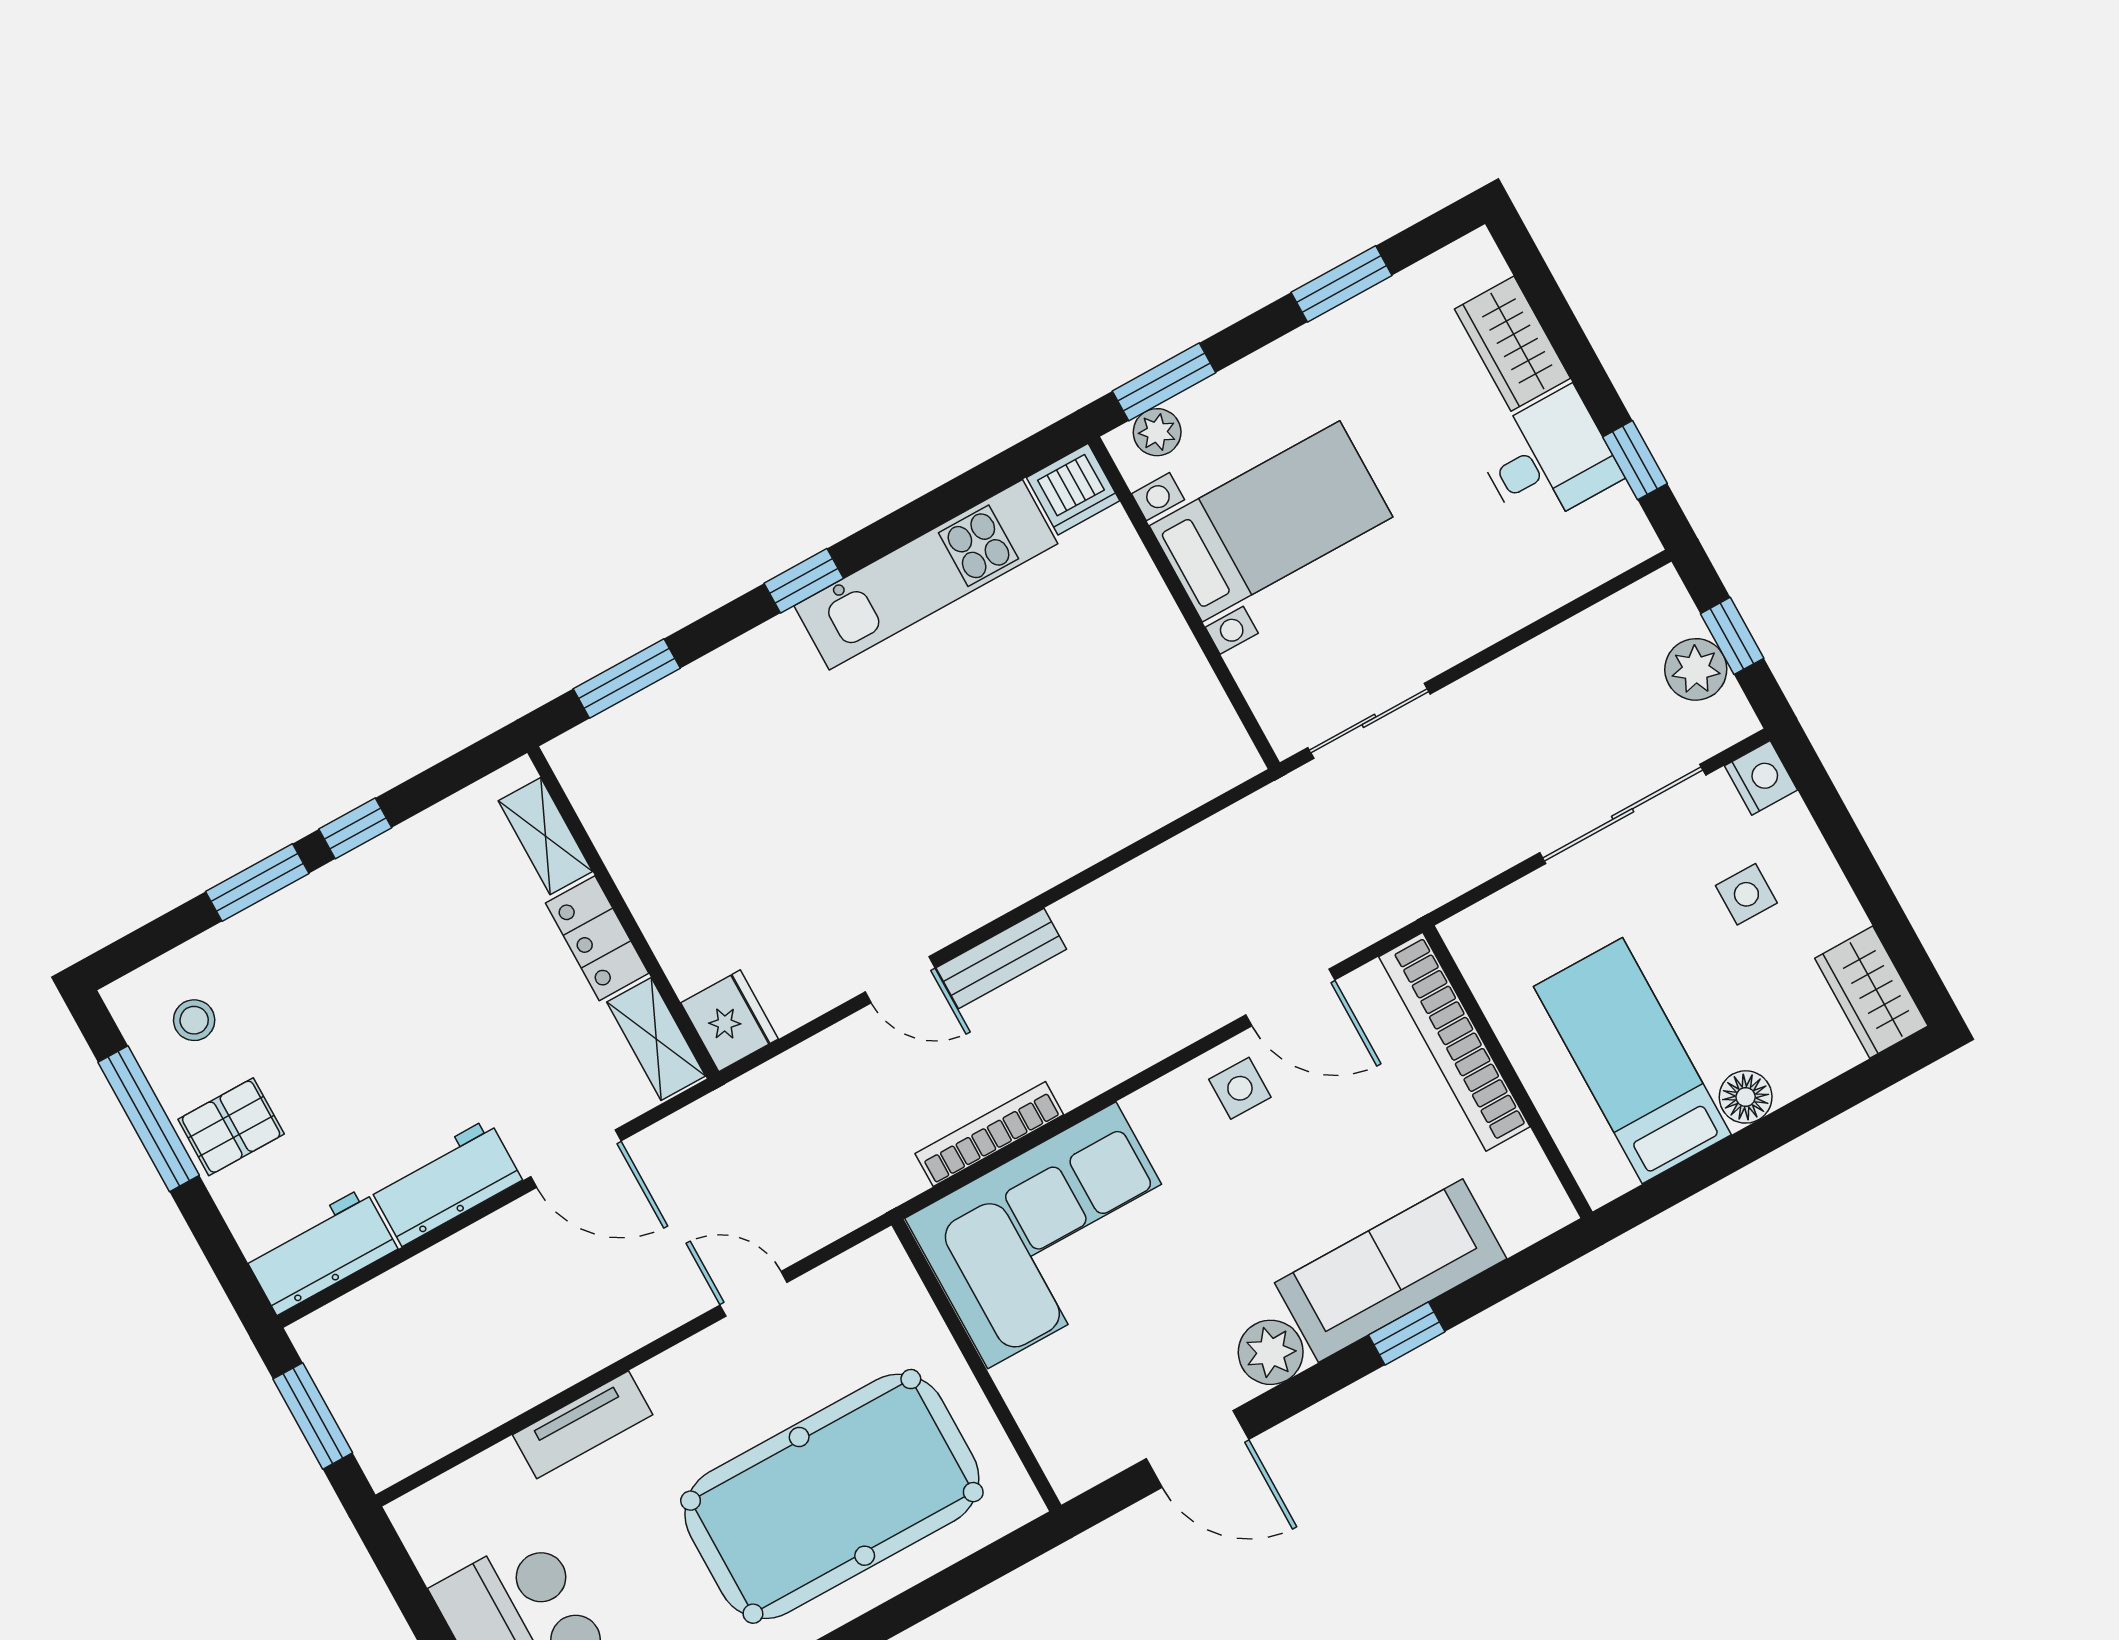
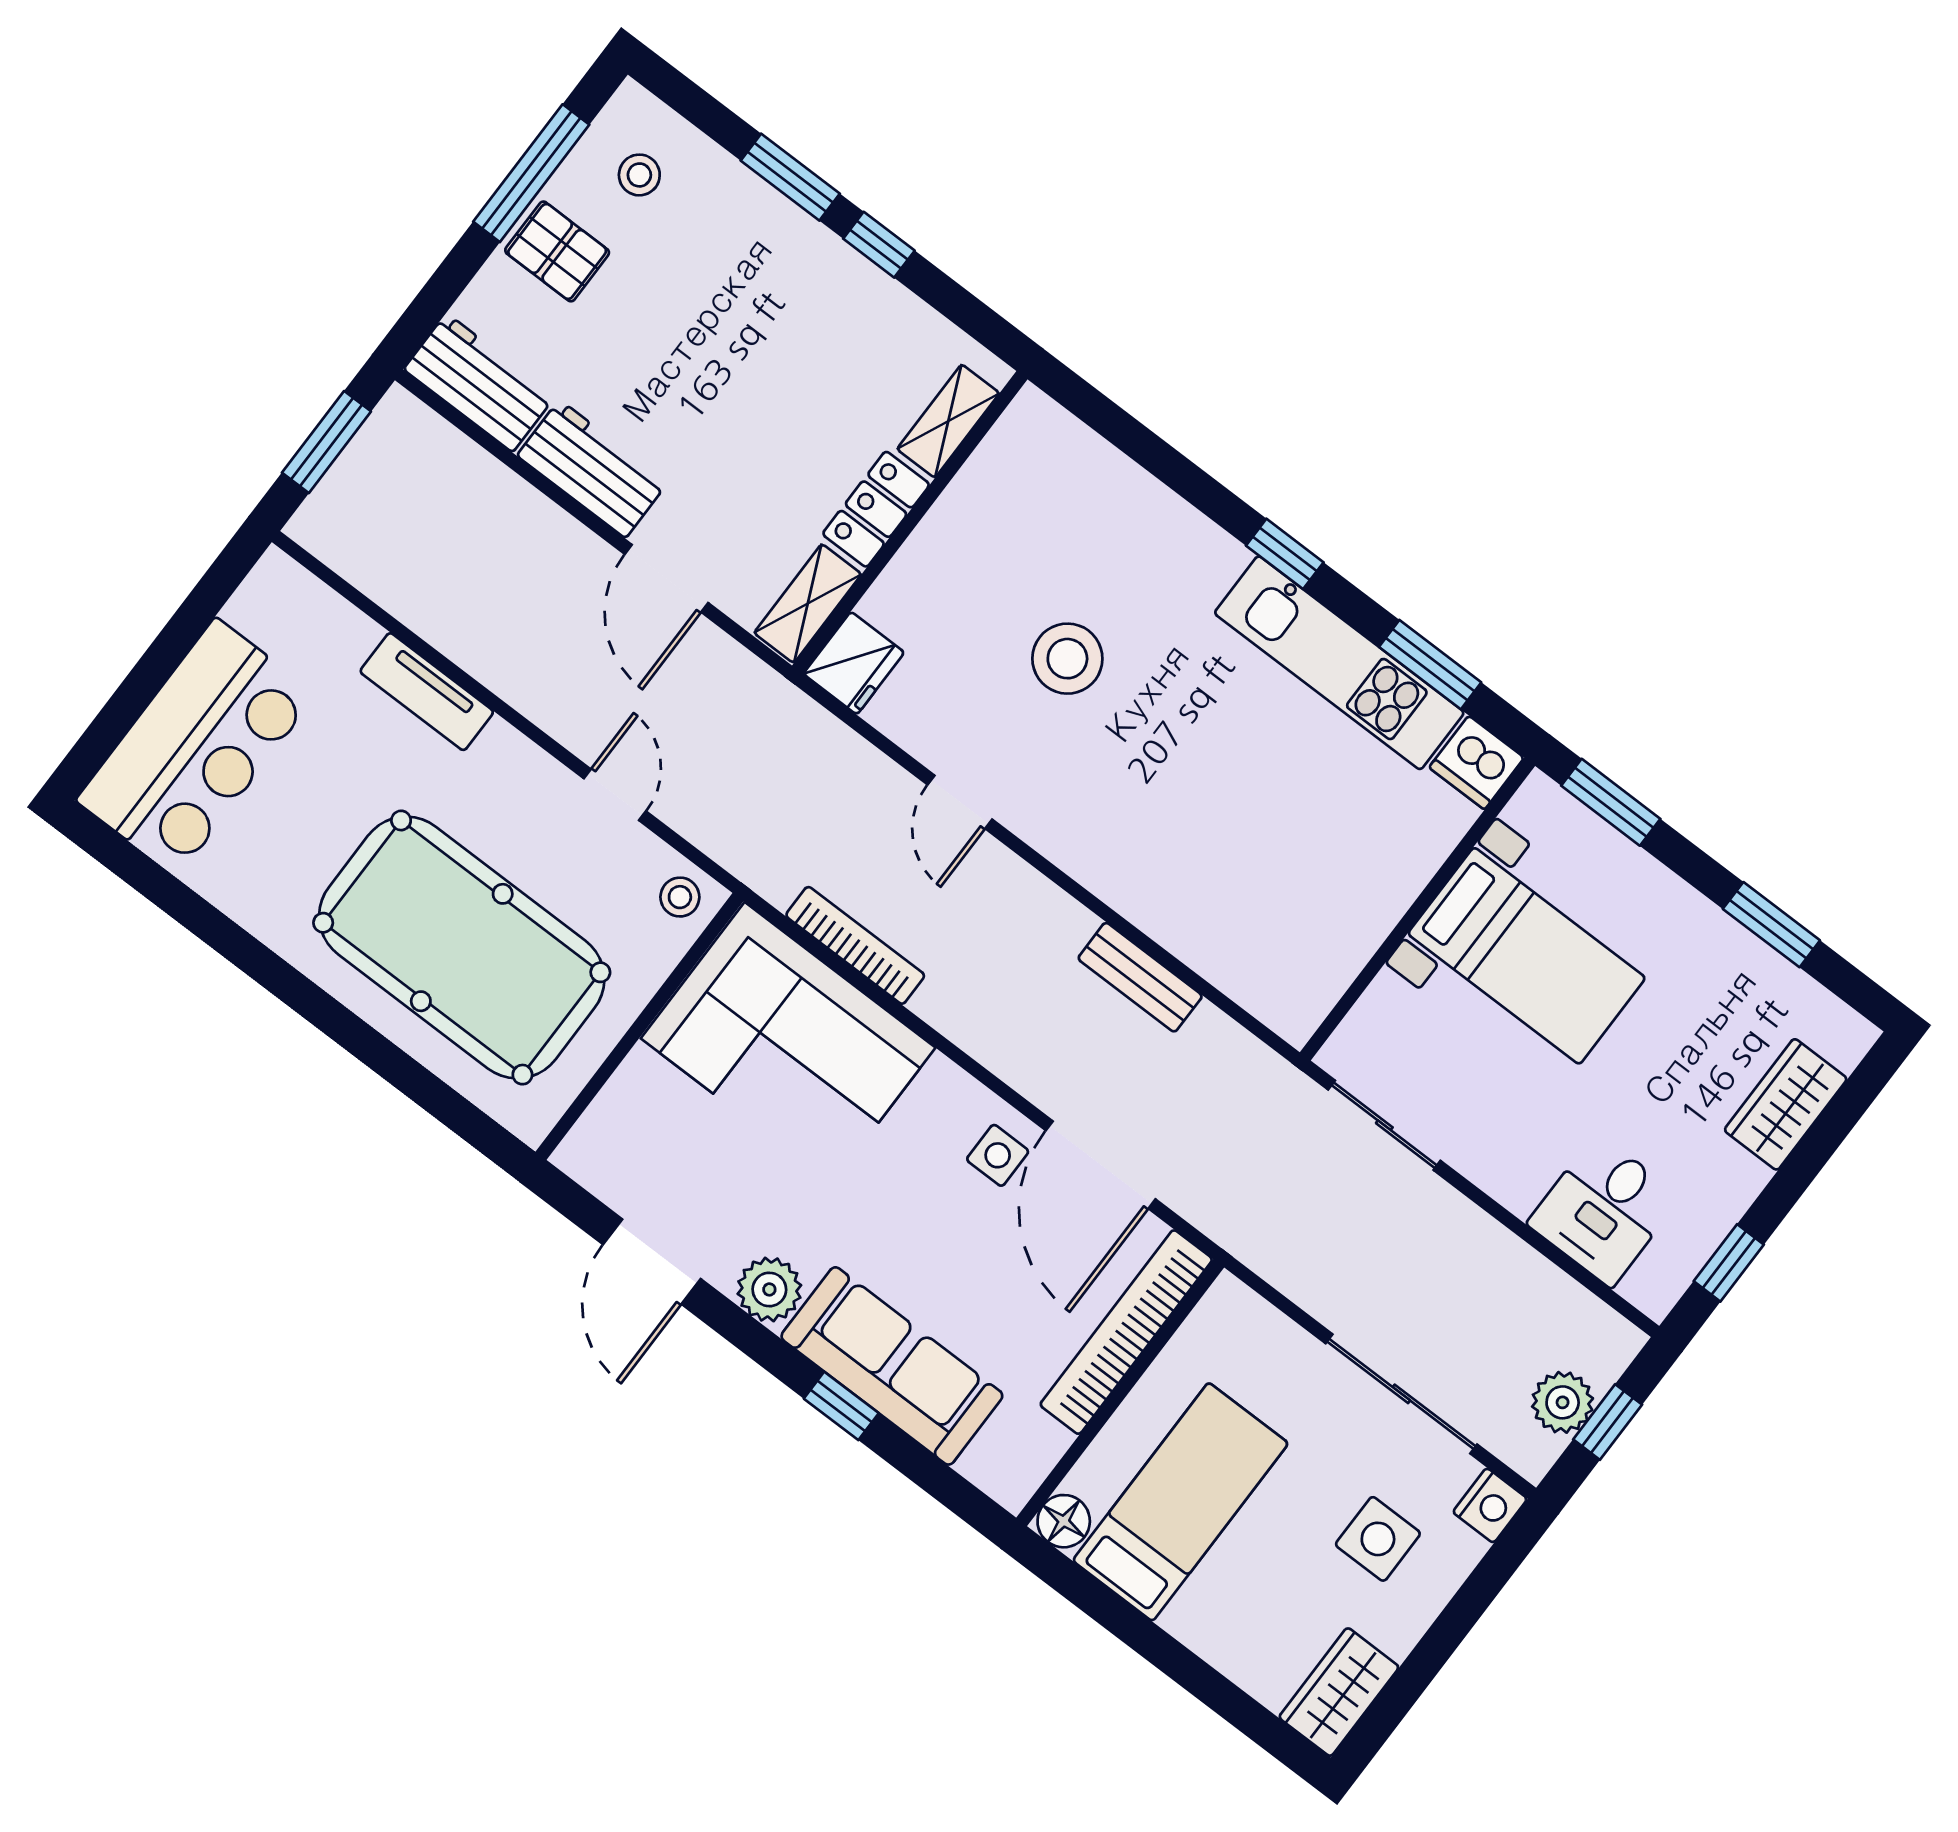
plant: (1157, 432) -> (1562, 816), removed
desk: (1548, 459) -> (1604, 1210), moved, turned 90
window: (627, 678) -> (1430, 665), moved
stool: (812, 823) -> (1067, 659), added
side table: (1746, 894) -> (1378, 1539), width x1.37, depth x1.37
bench: (1001, 959) -> (1140, 977), moved
door: (1290, 997) -> (1101, 1165), width x1.36
floor lamp: (1746, 1097) -> (1064, 1521), moved
stool: (874, 1276) -> (680, 897), added

